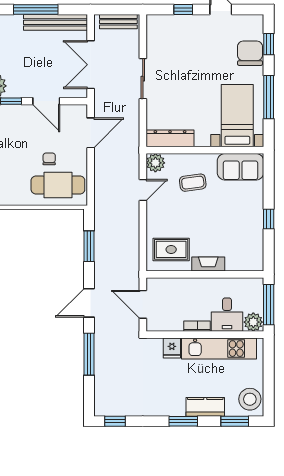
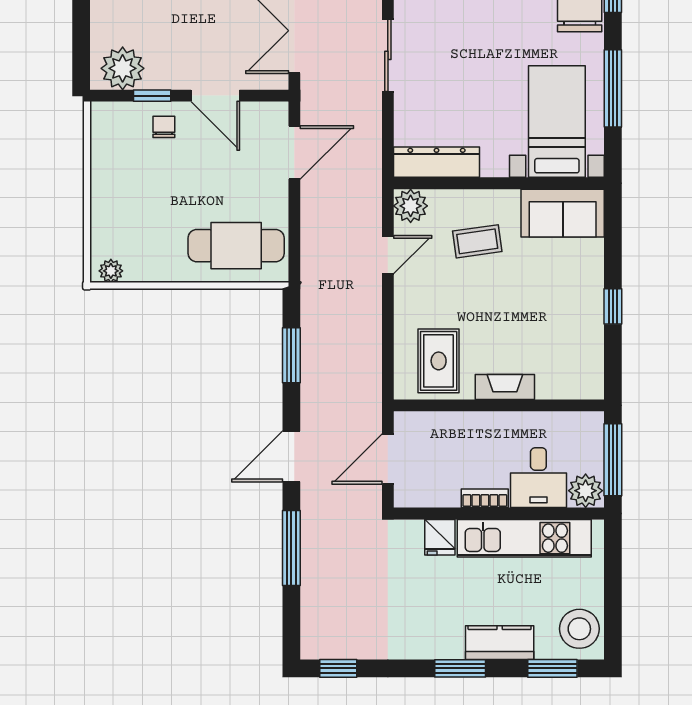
chair: (49, 159) -> (164, 127), moved
rug: (171, 249) -> (439, 361), turned 90
door: (143, 304) -> (388, 459), hinge flipped

